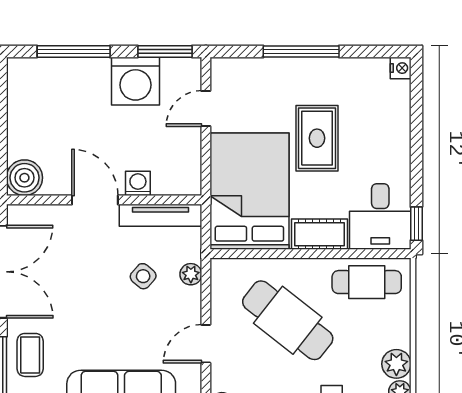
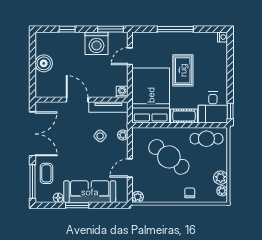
window: (74, 52) -> (67, 29), width x0.46
boiler: (24, 178) -> (44, 63), moved
washing machine: (138, 183) -> (122, 92), moved

